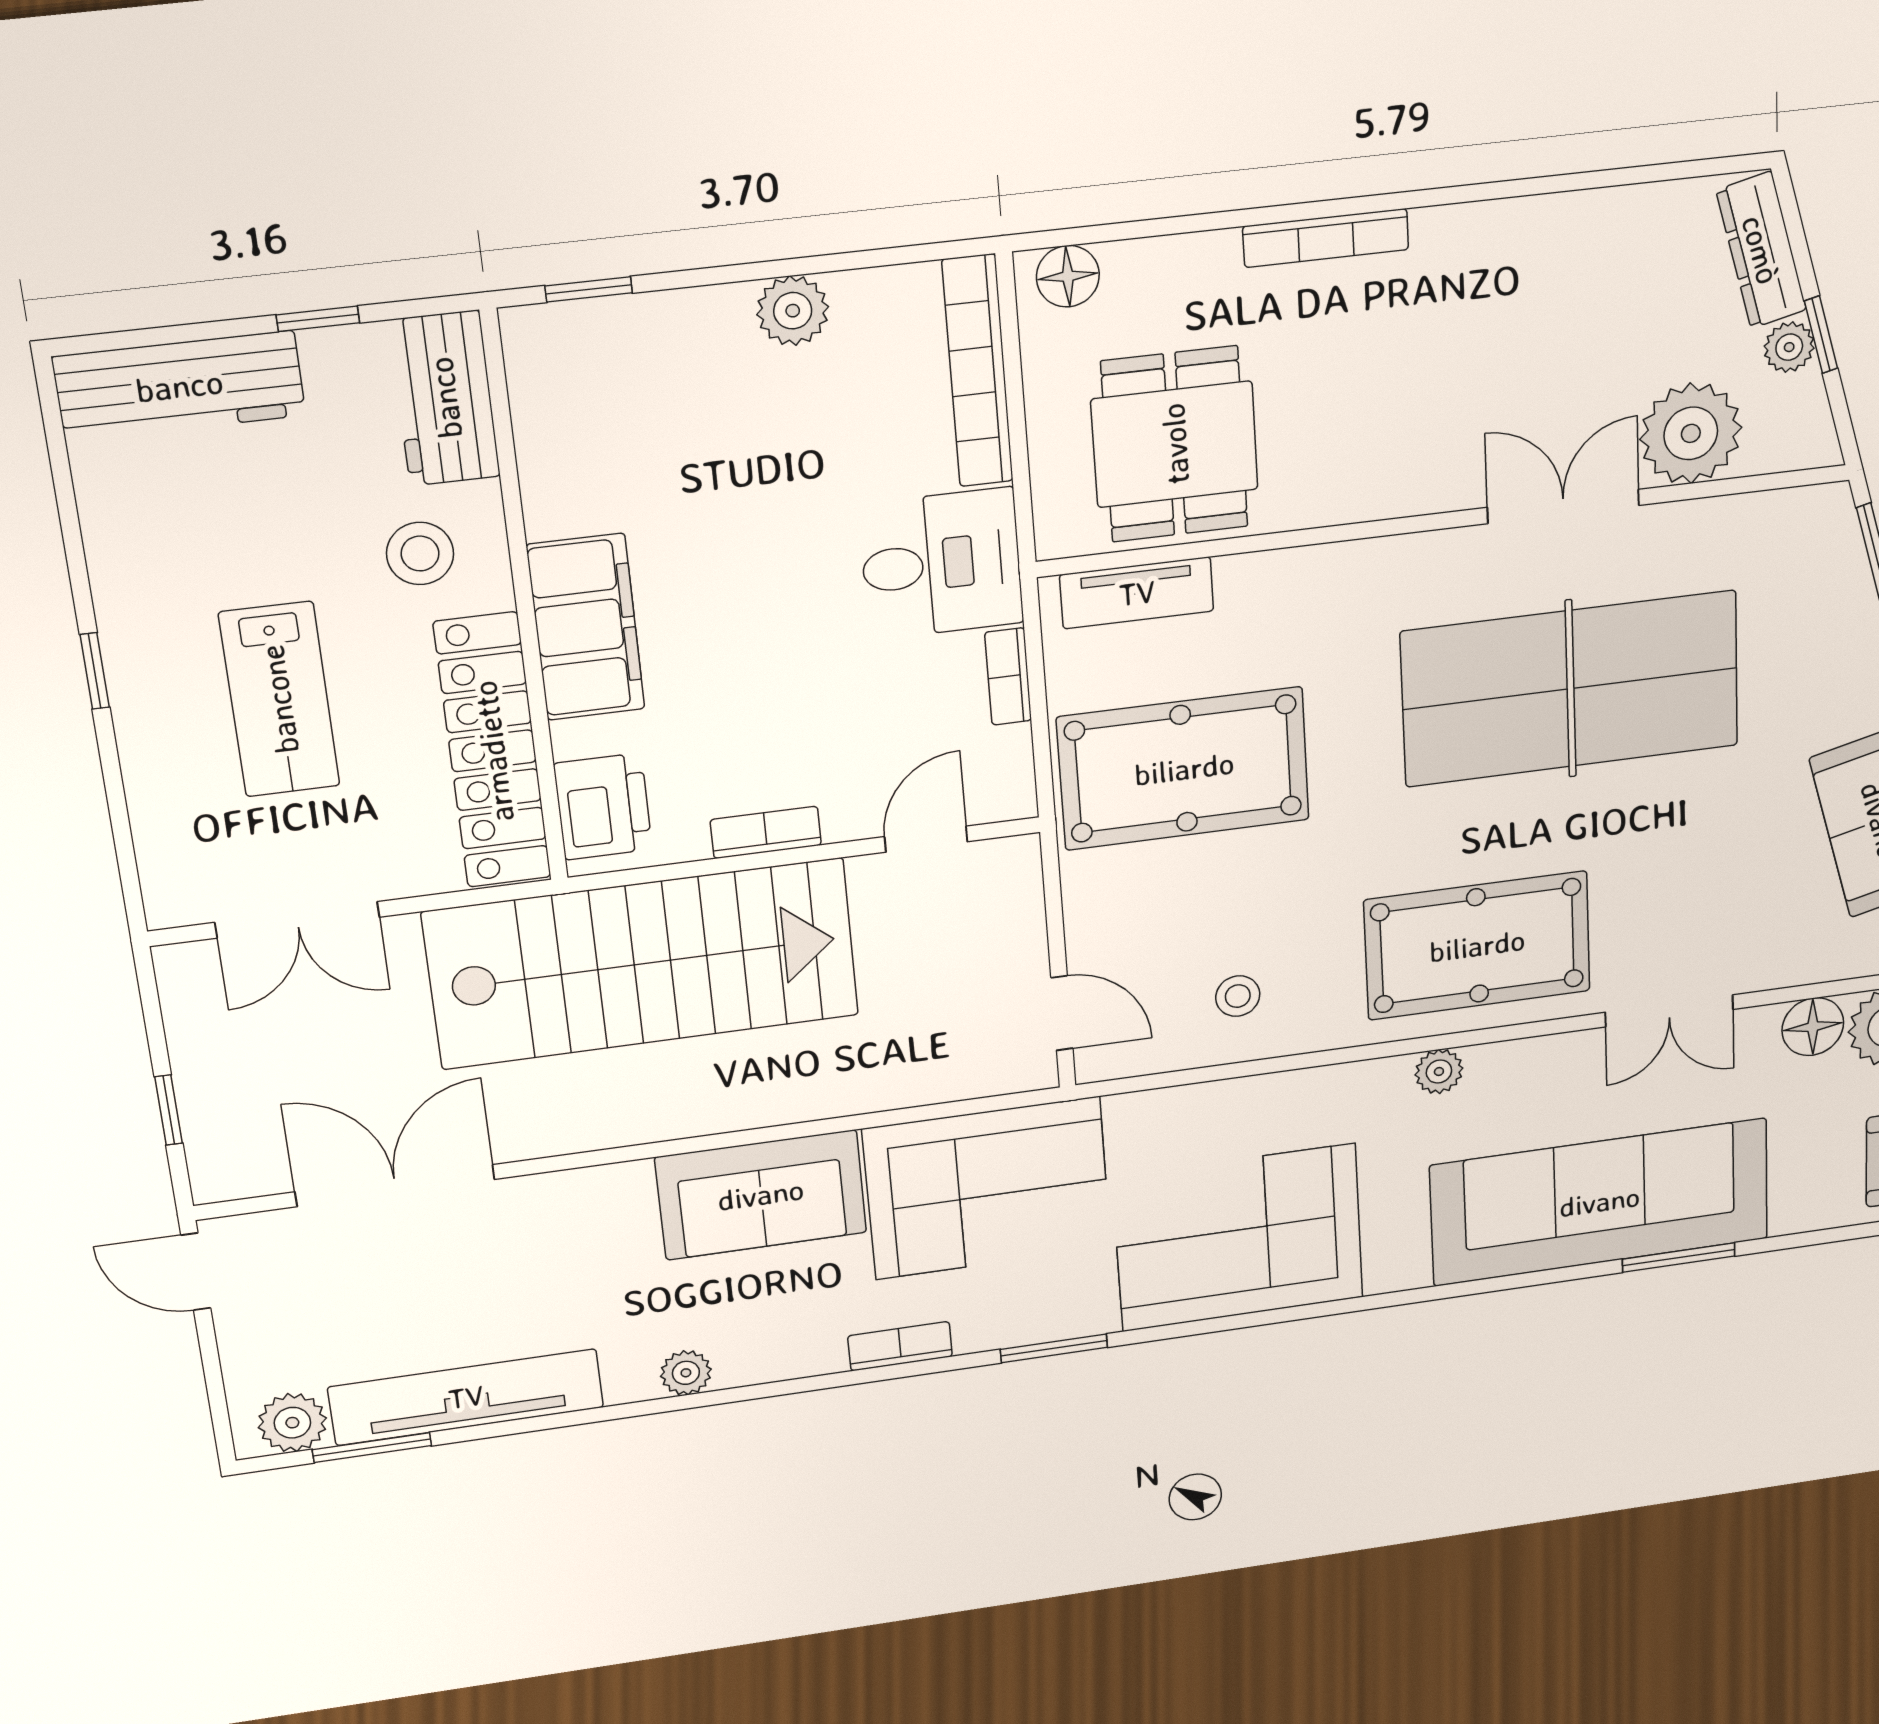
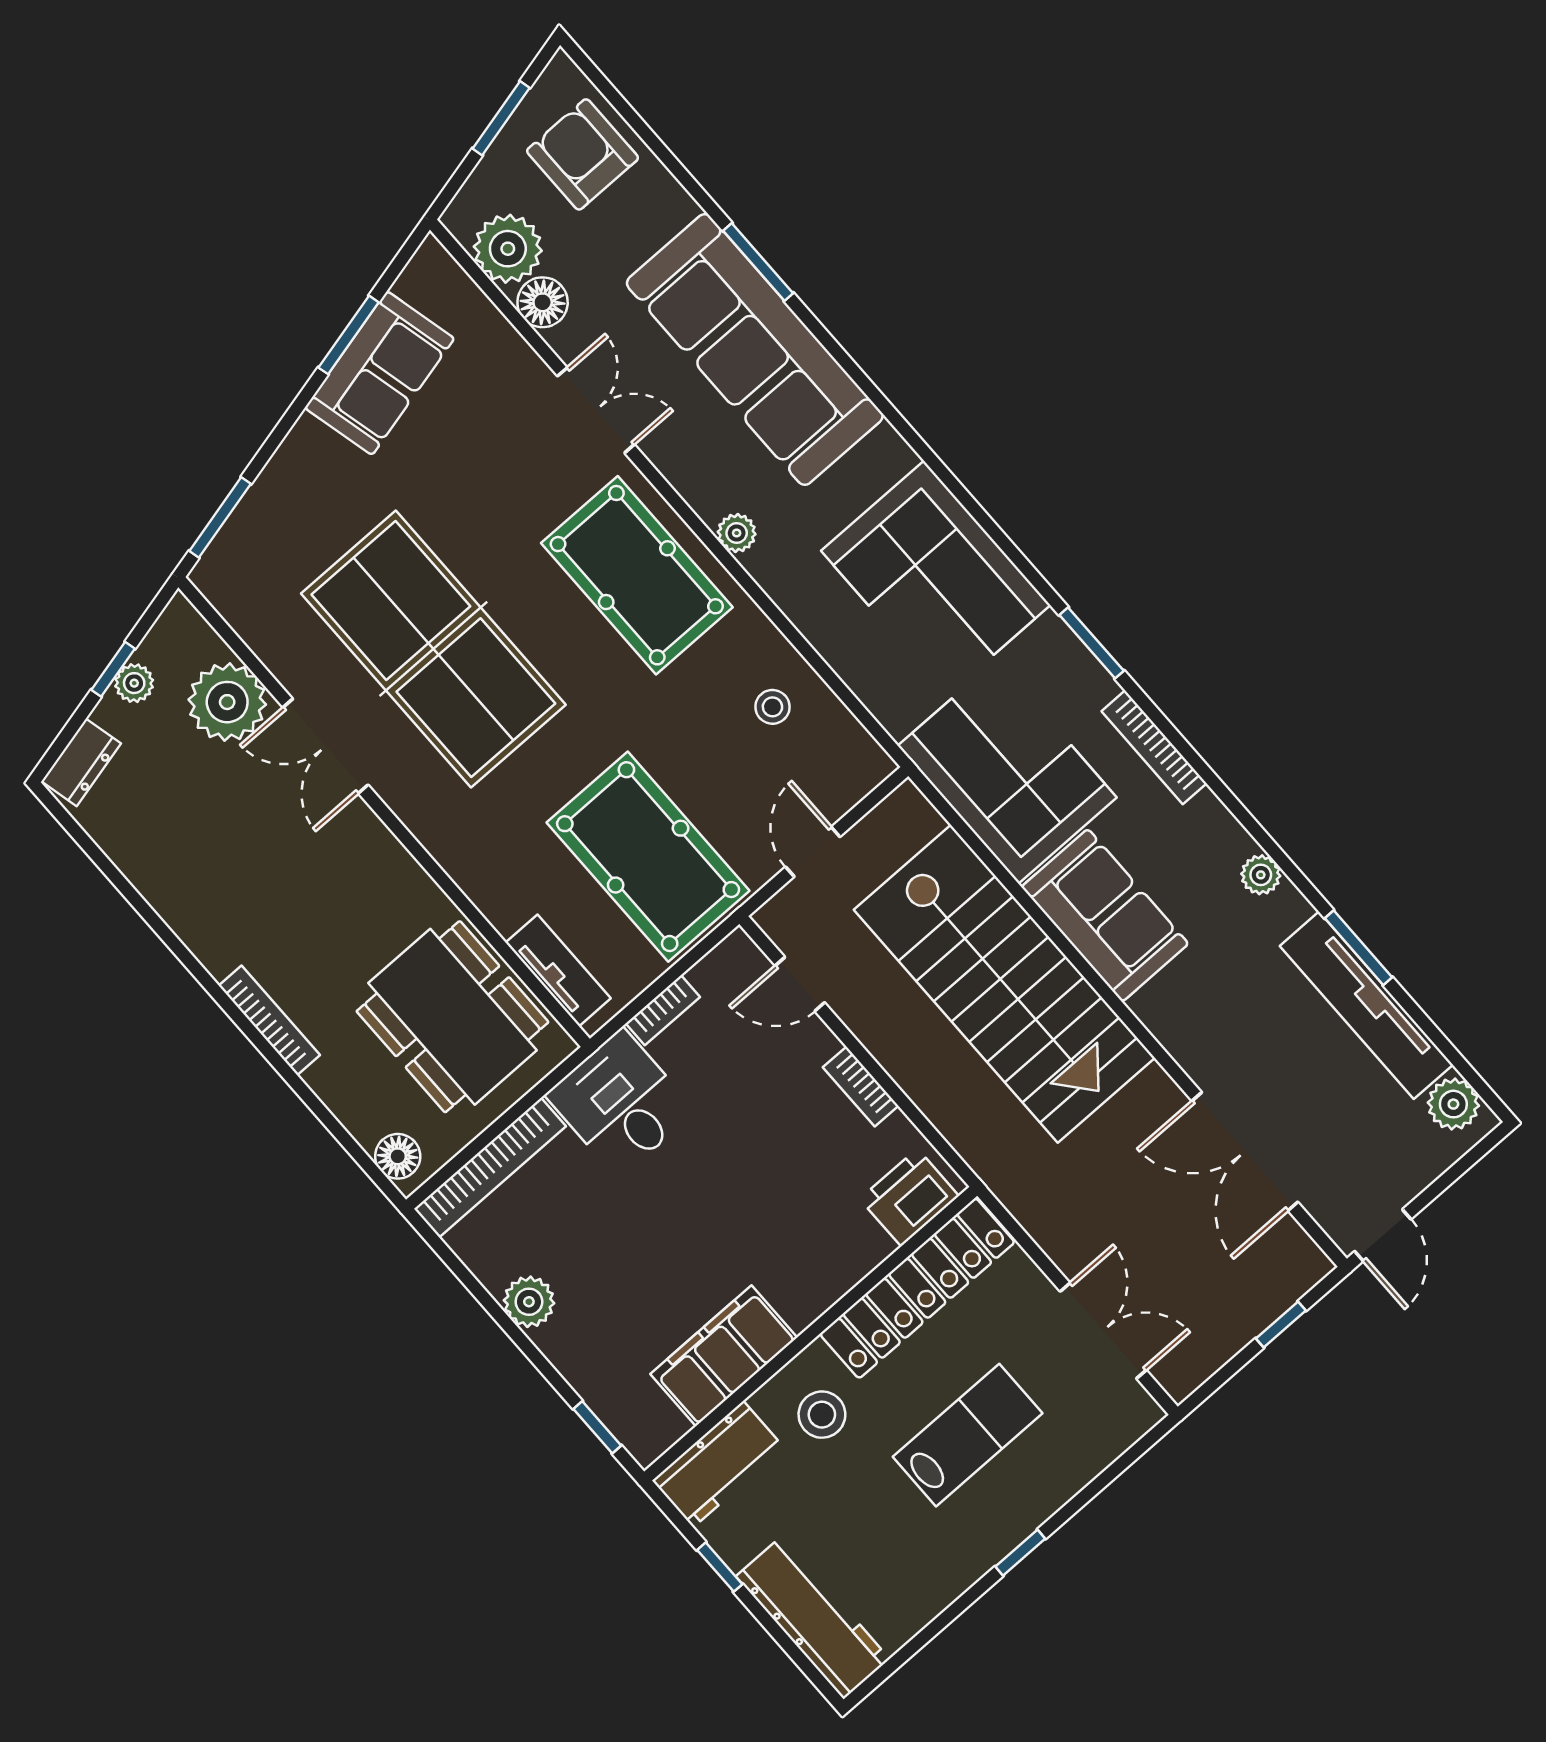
dresser: (1761, 250) -> (81, 762), width x0.70
dining table: (1175, 444) -> (452, 1017), width x1.37
filing cabinet: (586, 627) -> (724, 1356), moved
stairs: (642, 964) -> (1004, 984), moved, turned 180
door: (1062, 1013) -> (813, 852), moved
bookcase: (900, 1346) -> (1154, 747), width x1.56
window: (372, 1448) -> (1358, 948), moved

